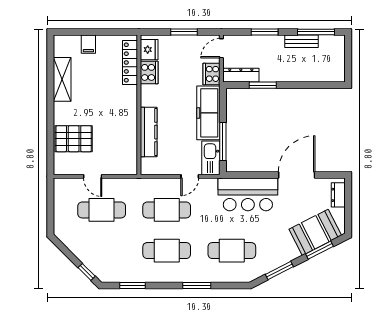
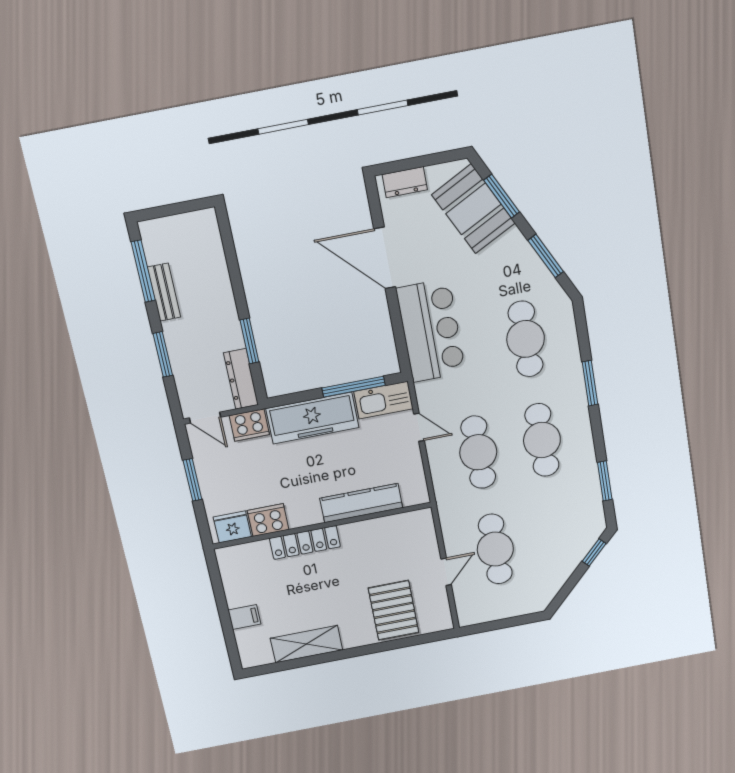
locker: (130, 63) -> (305, 542), moved

